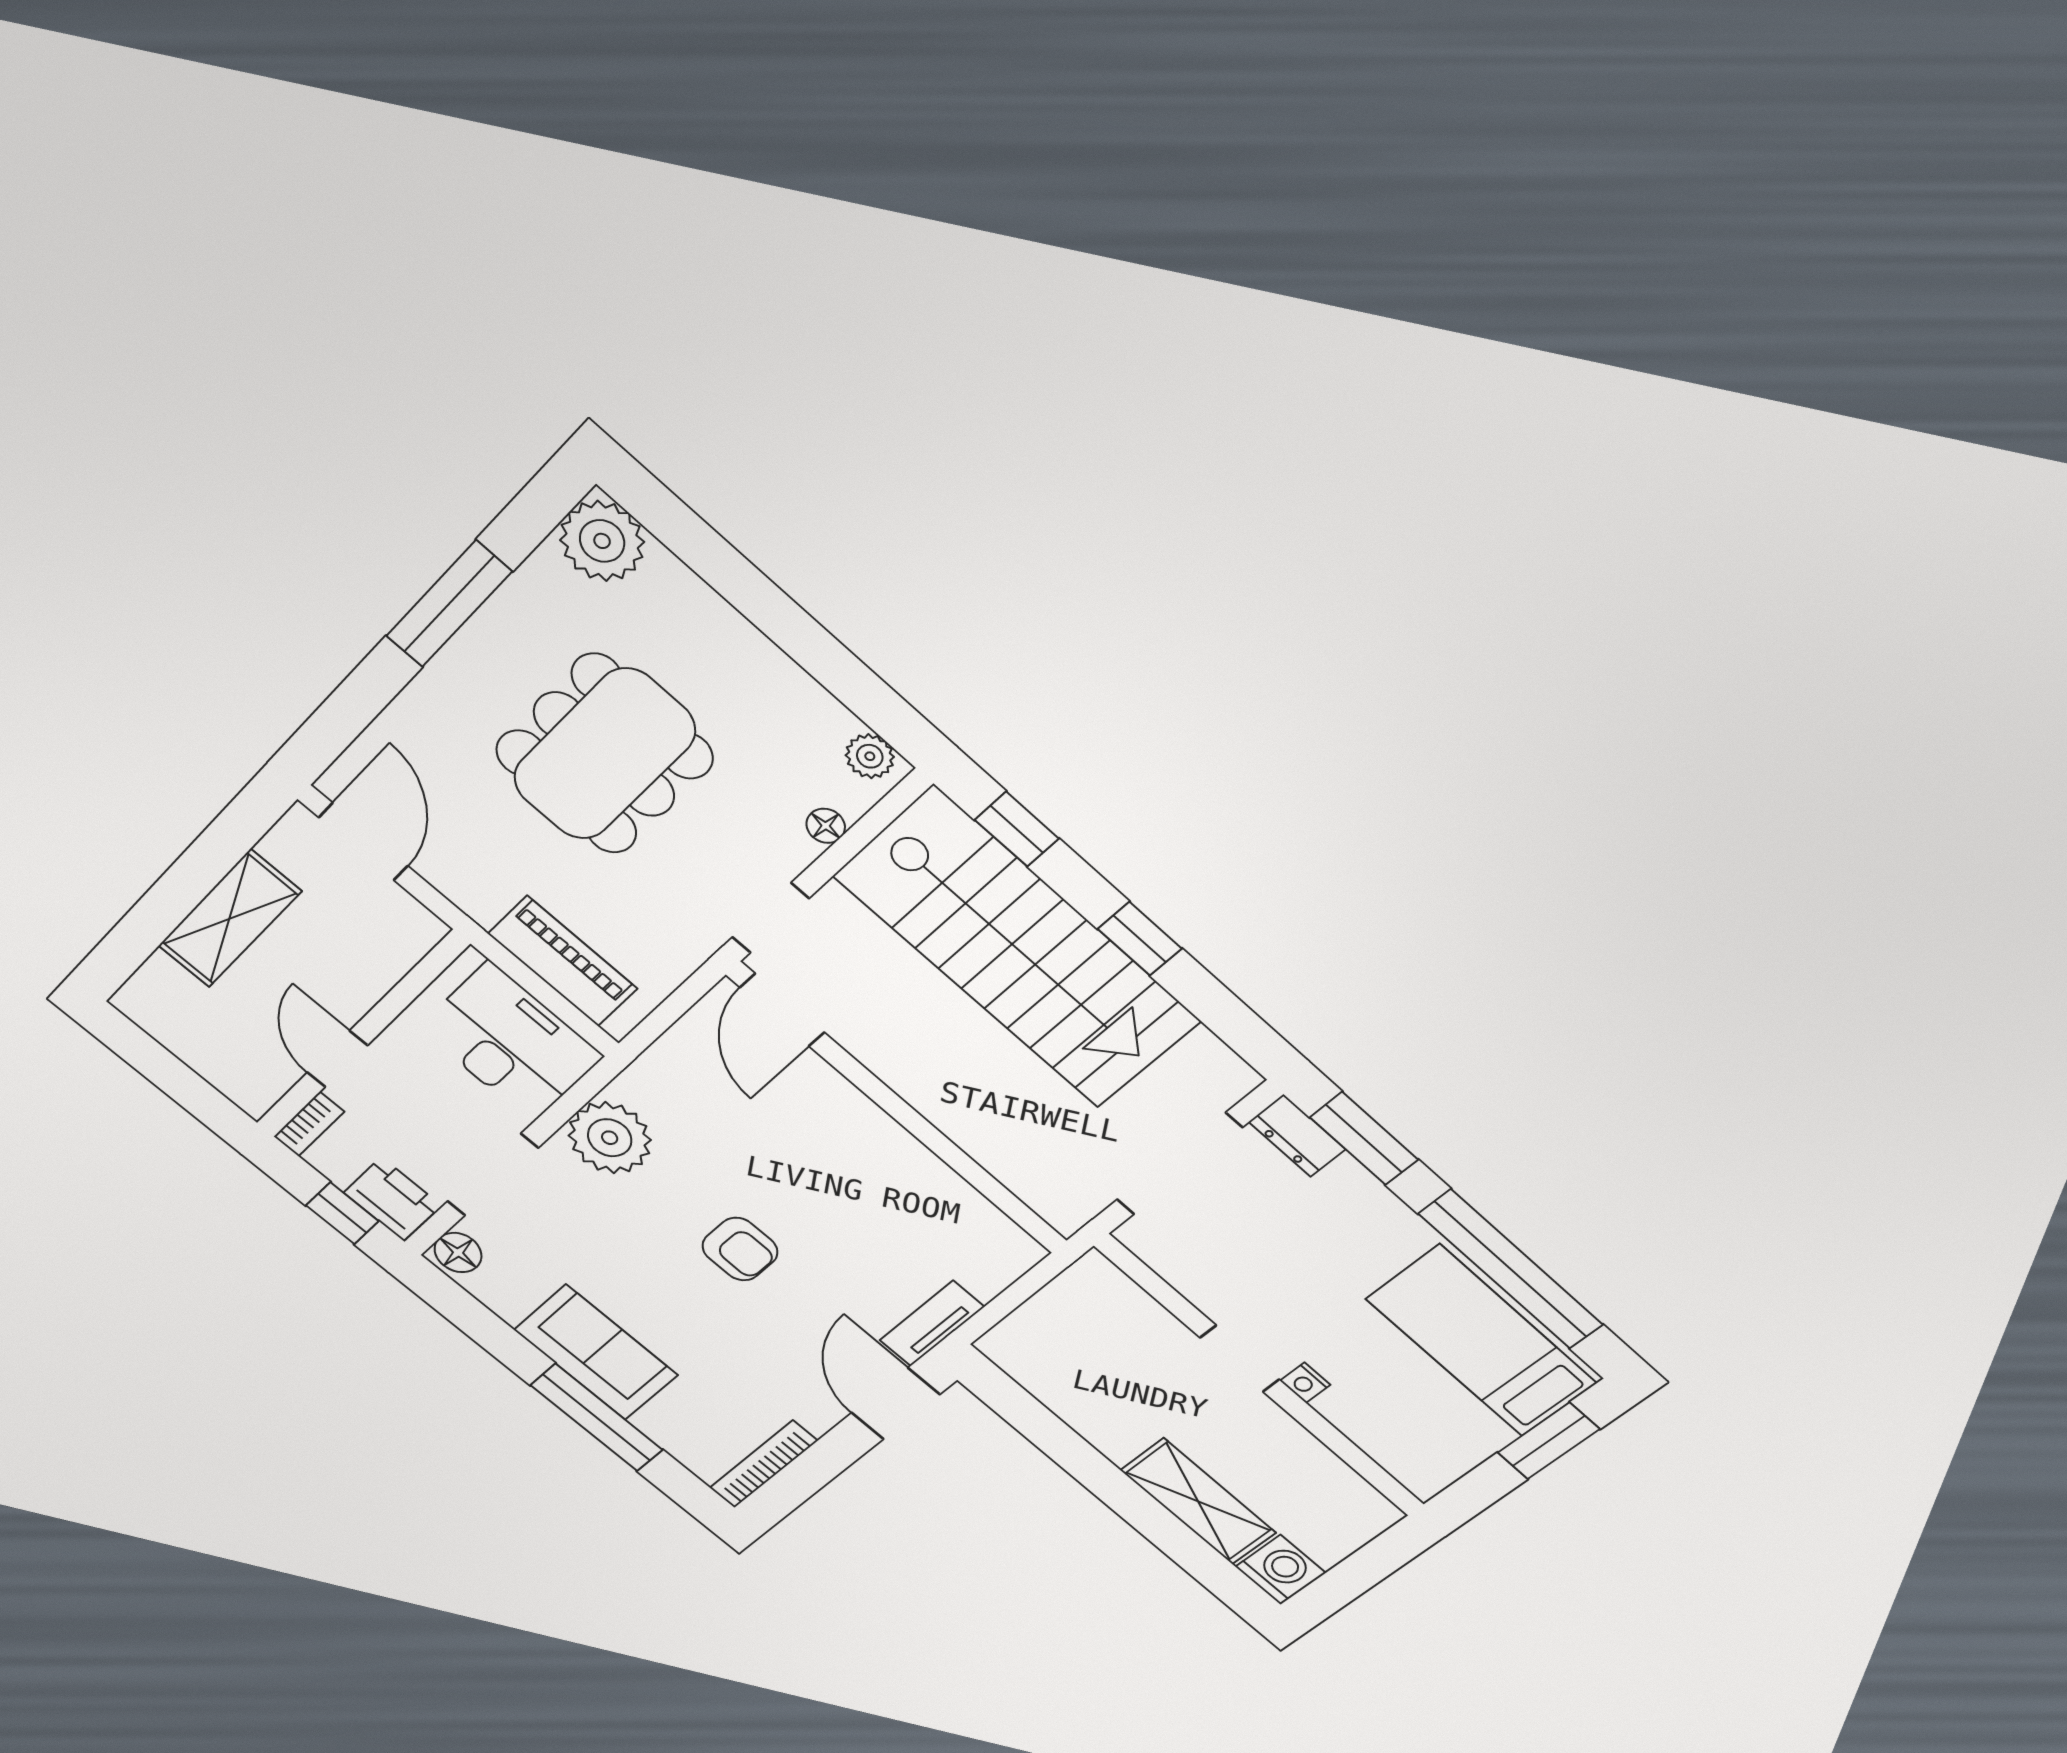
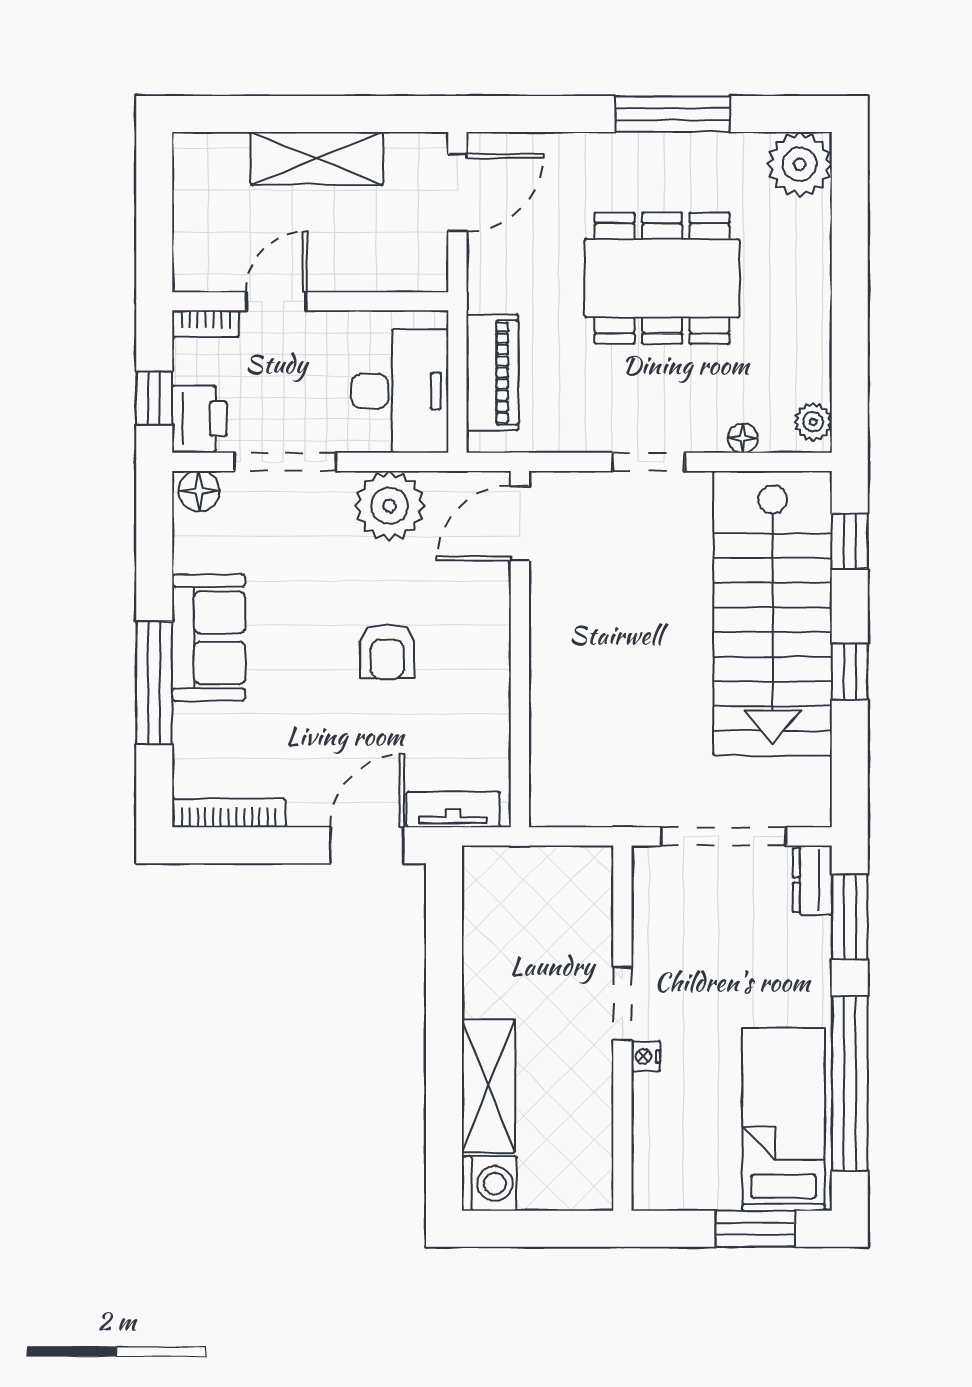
door: (782, 1010) -> (520, 523), moved
wall: (899, 1109) -> (520, 649), moved

